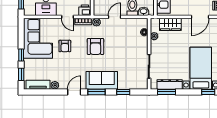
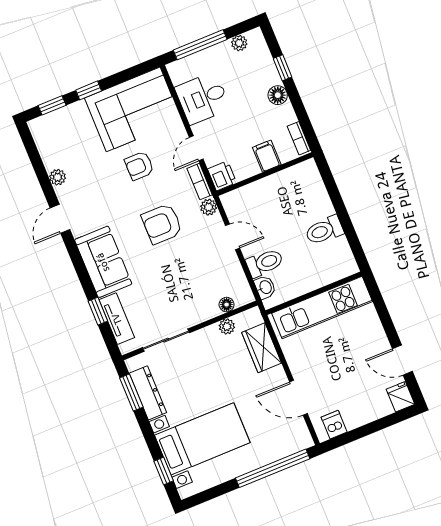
tv unit: (38, 85) -> (117, 319), moved
door: (74, 92) -> (60, 219), swing flipped
window: (97, 92) -> (77, 261), removed

